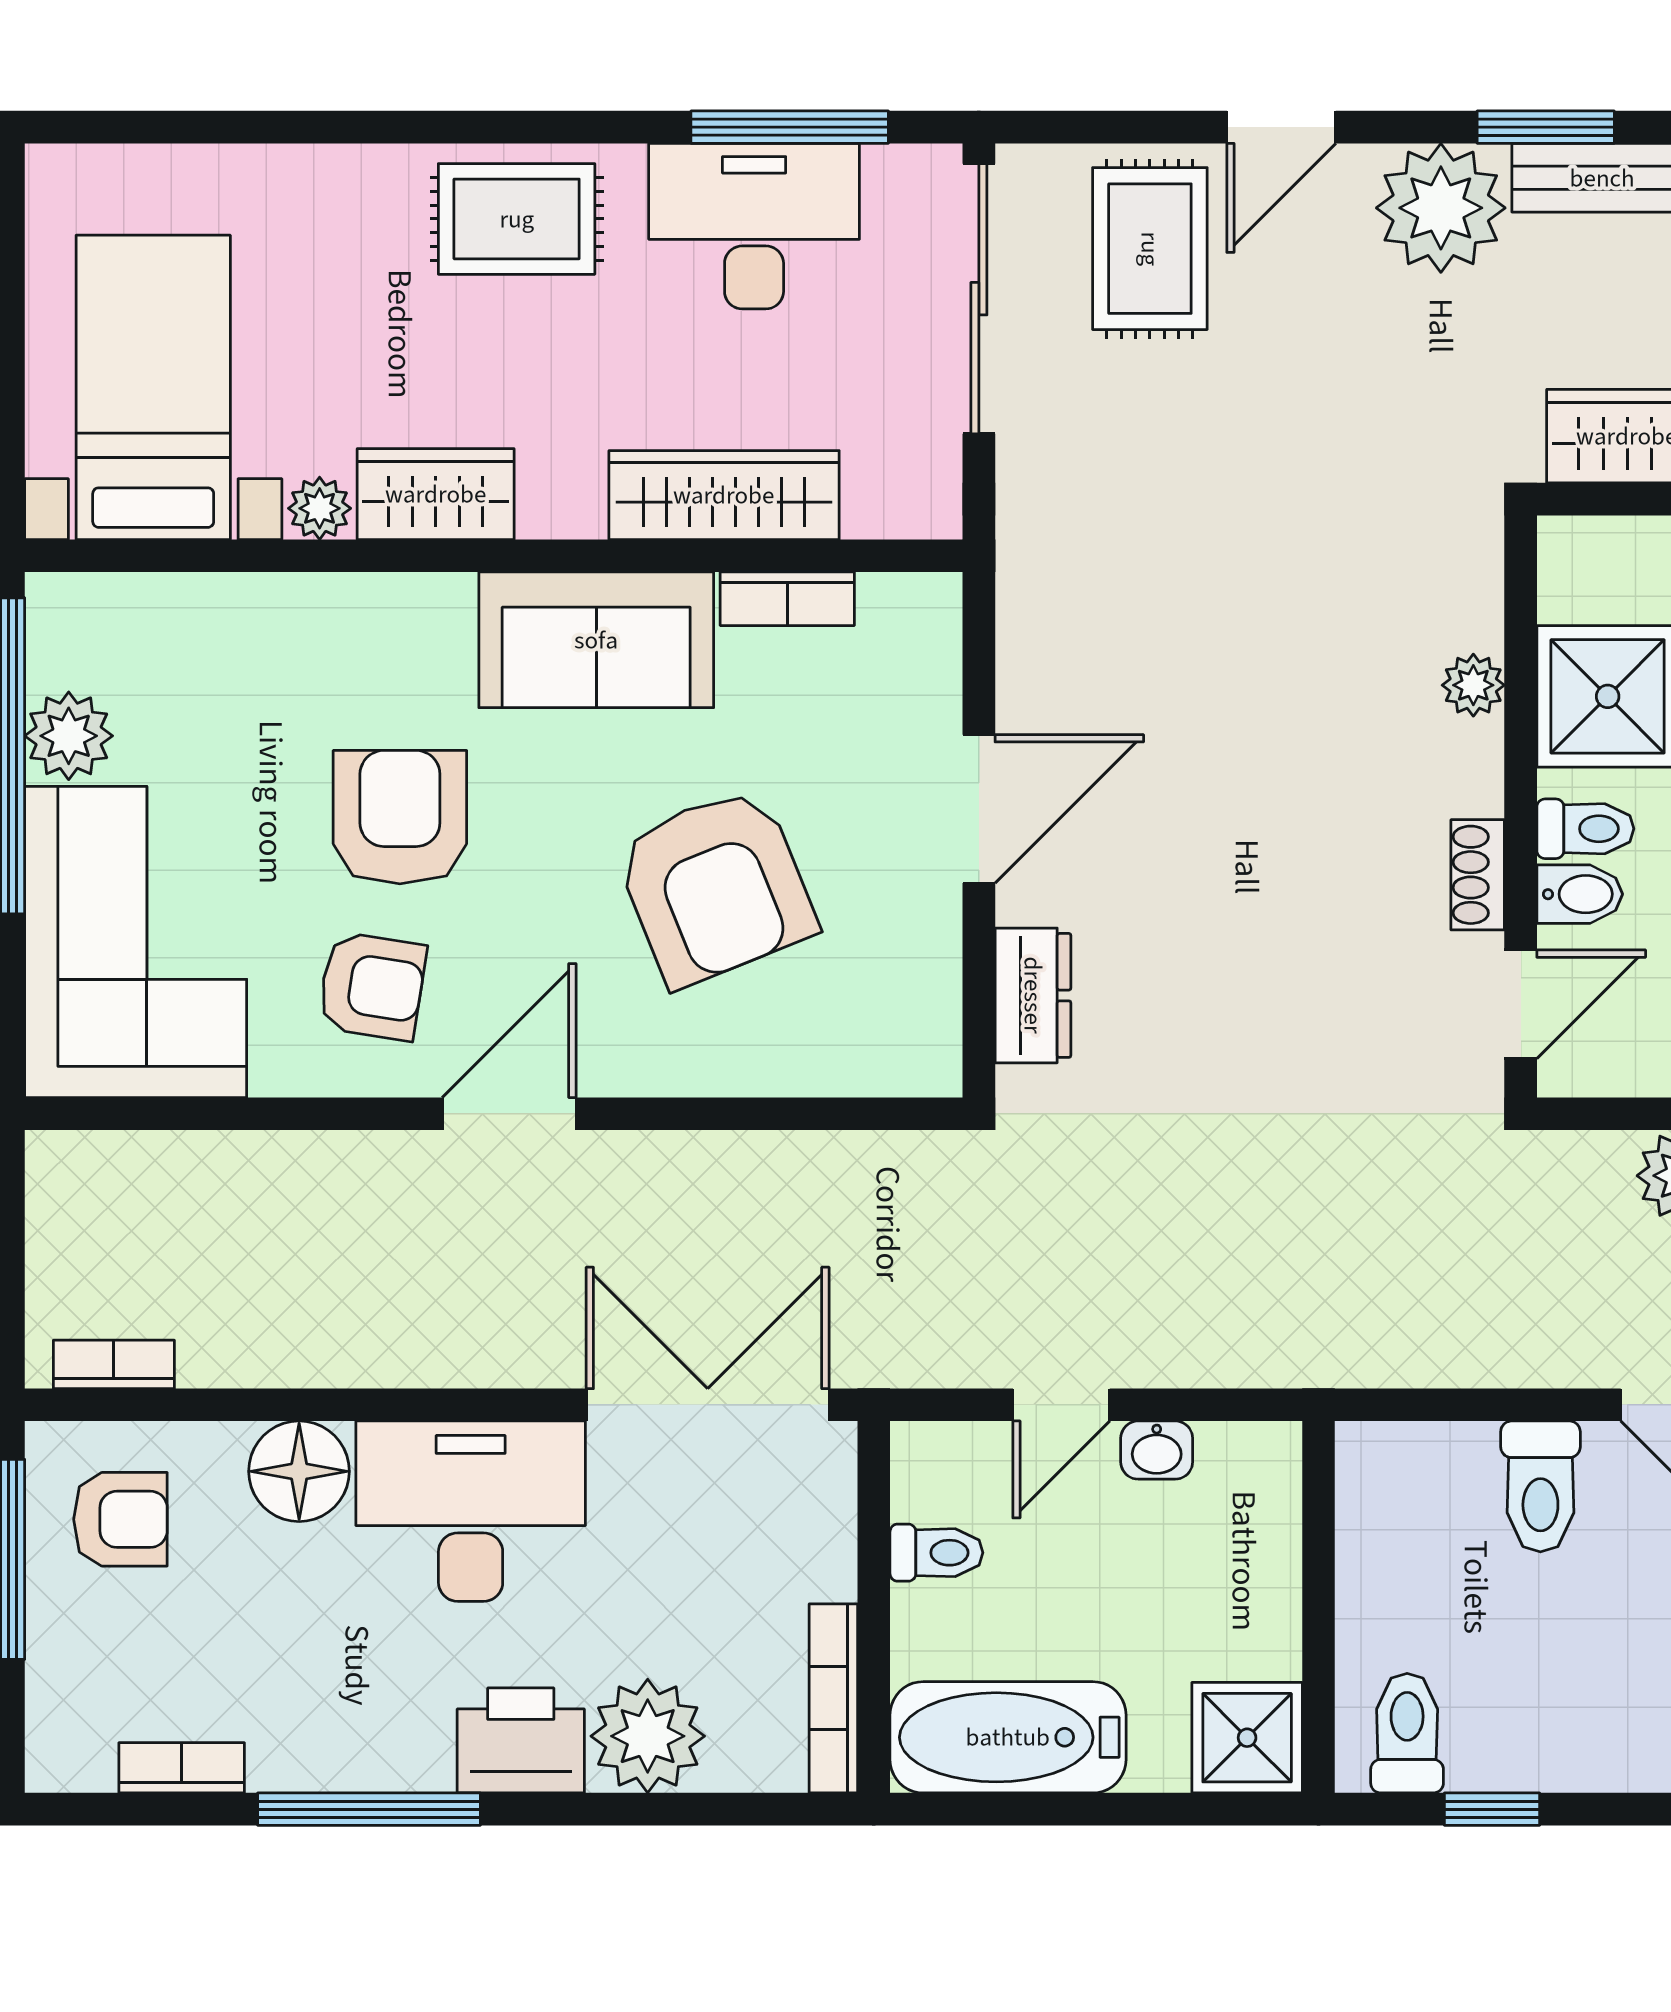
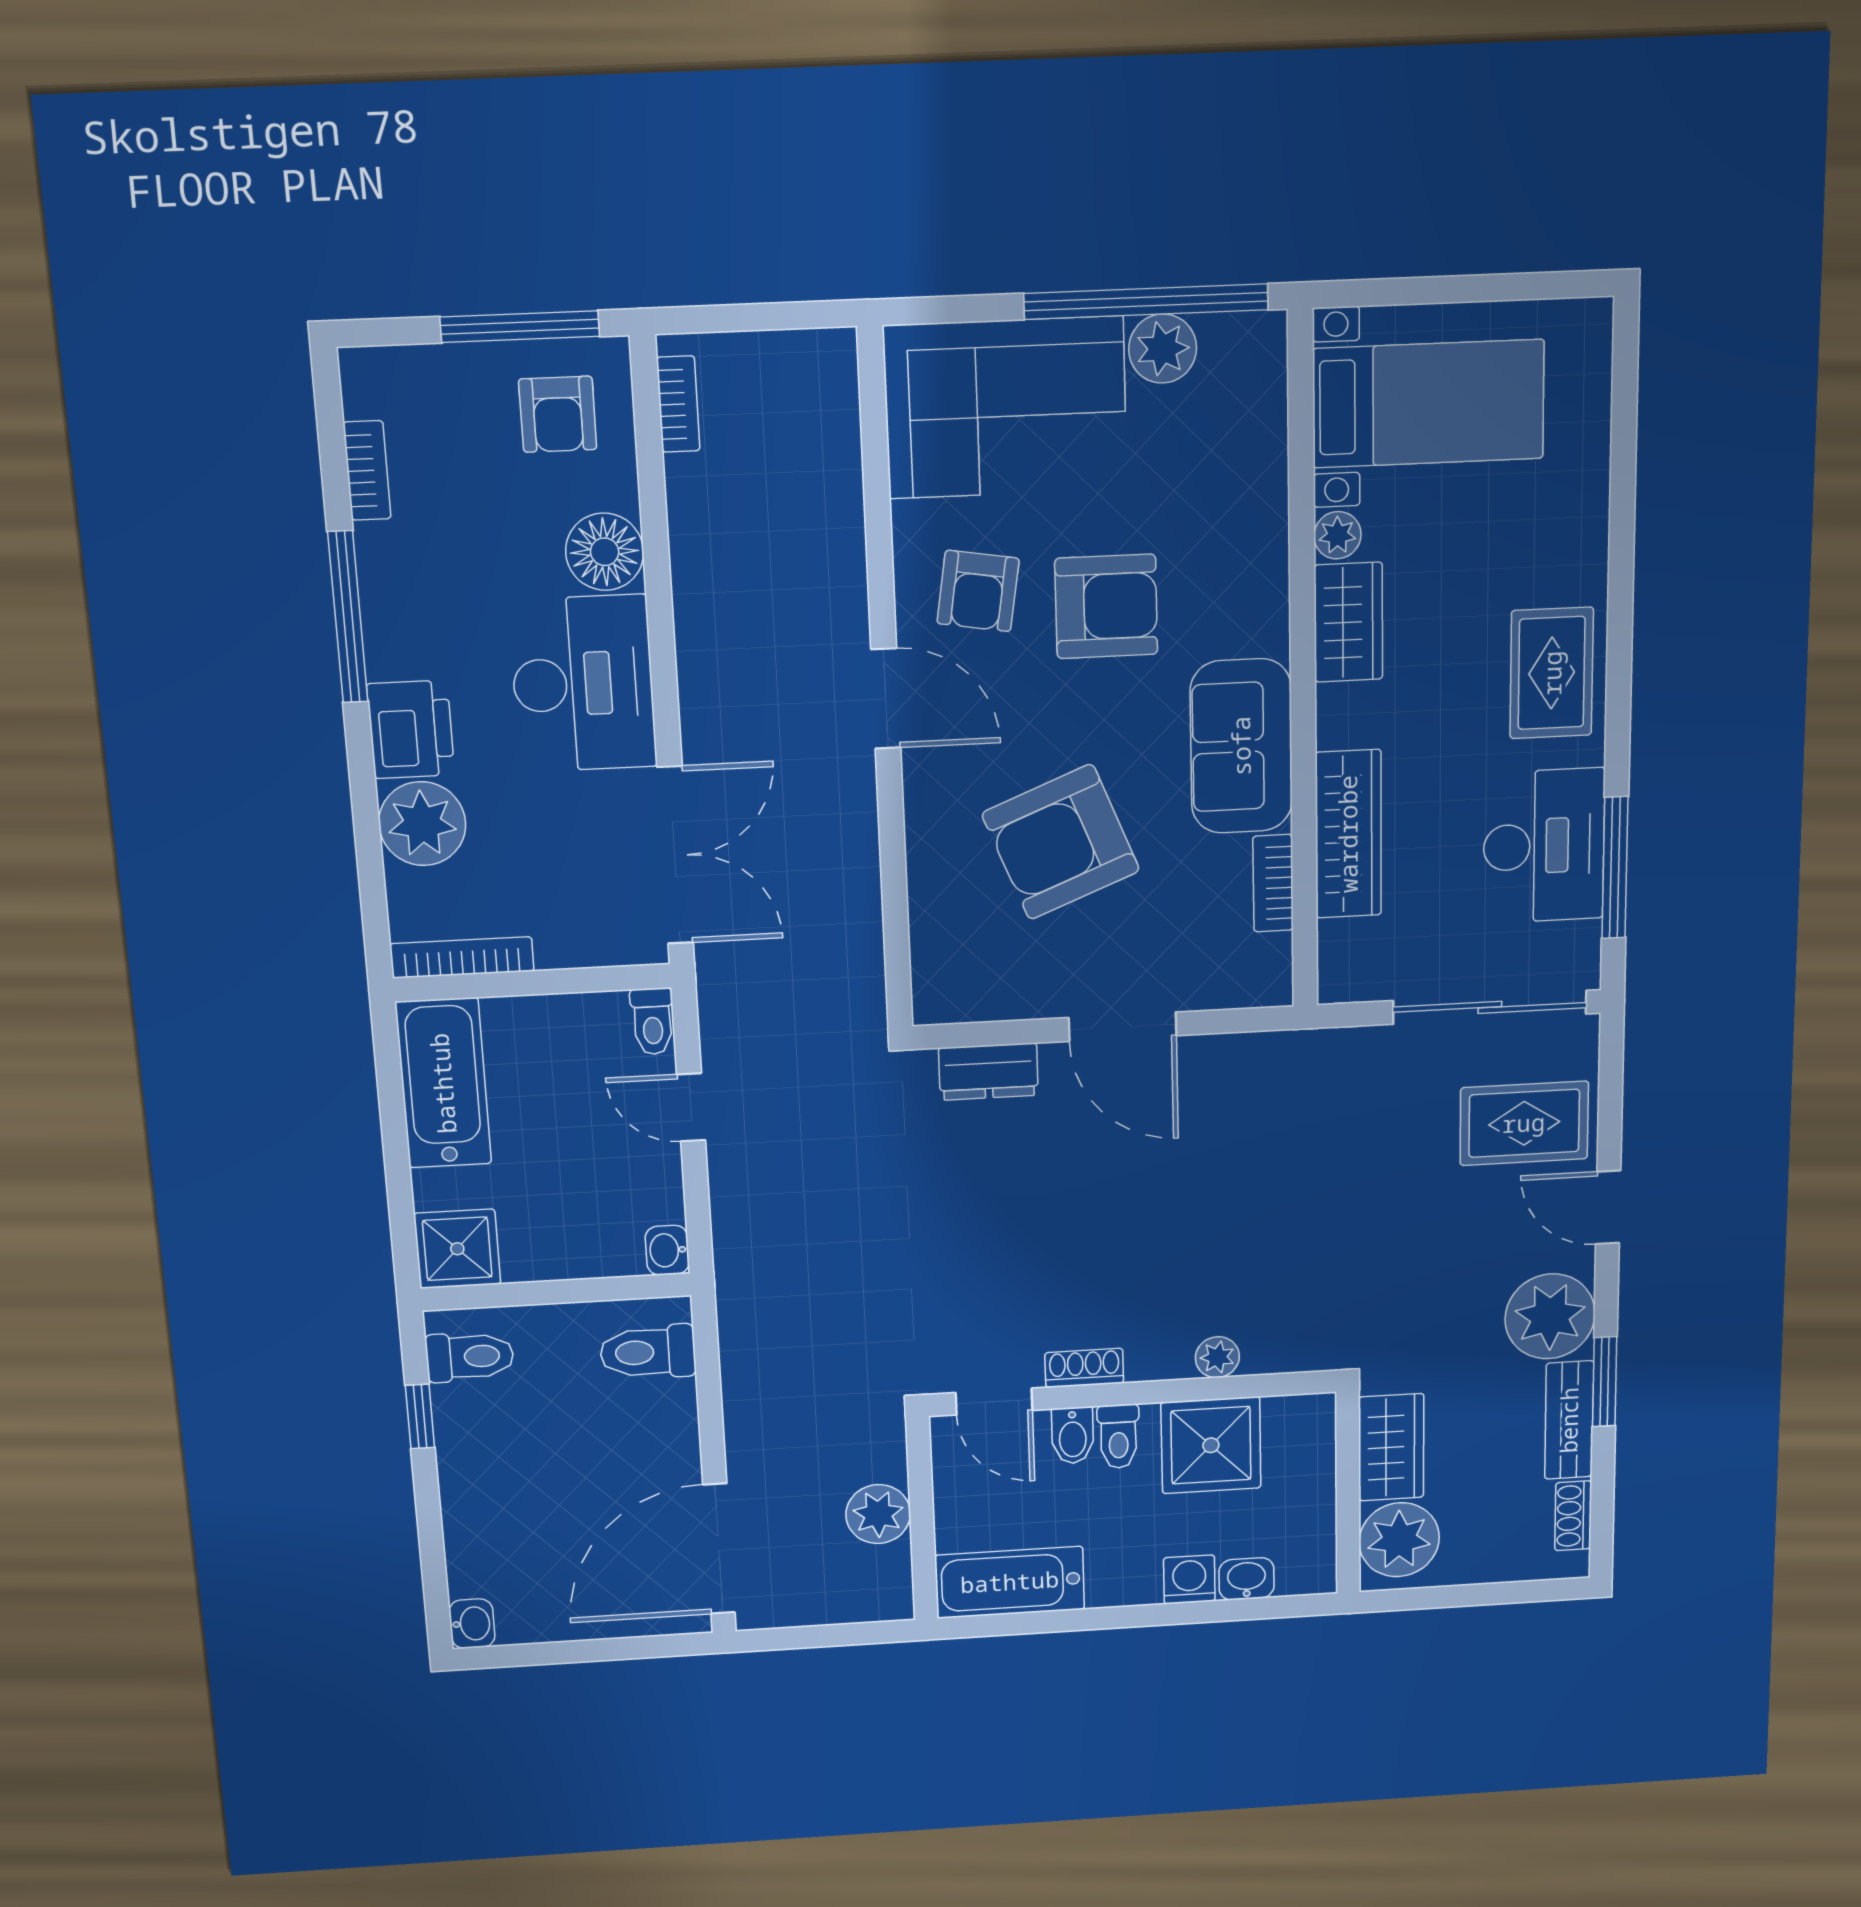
washbasin: (1157, 1450) -> (667, 1250), moved
toilet: (1540, 1486) -> (648, 1352), moved
toilet: (936, 1553) -> (652, 1021), moved

